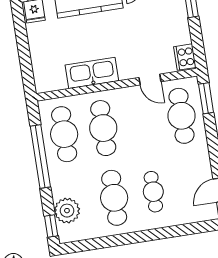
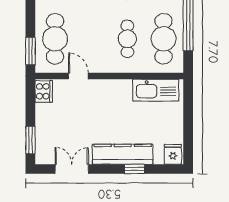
kitchen sink: (92, 73) -> (156, 90), moved
cafe table: (103, 128) -> (127, 39), width x0.73, depth x0.74

